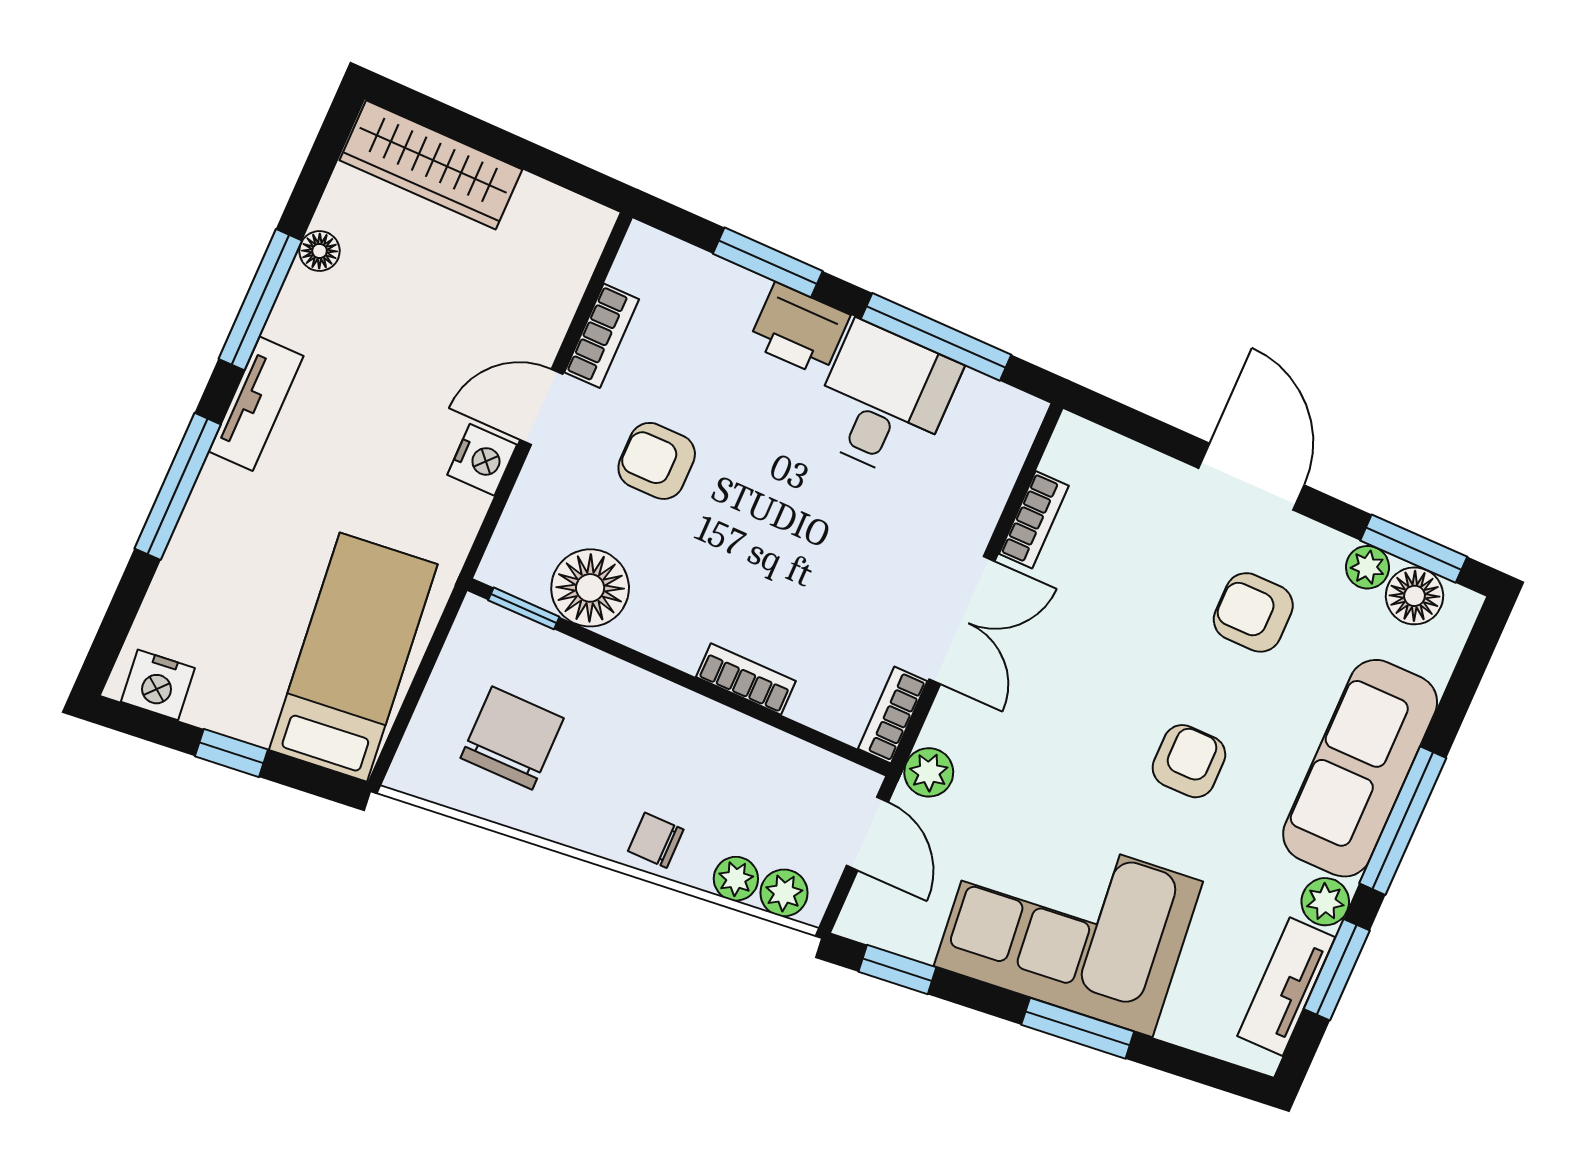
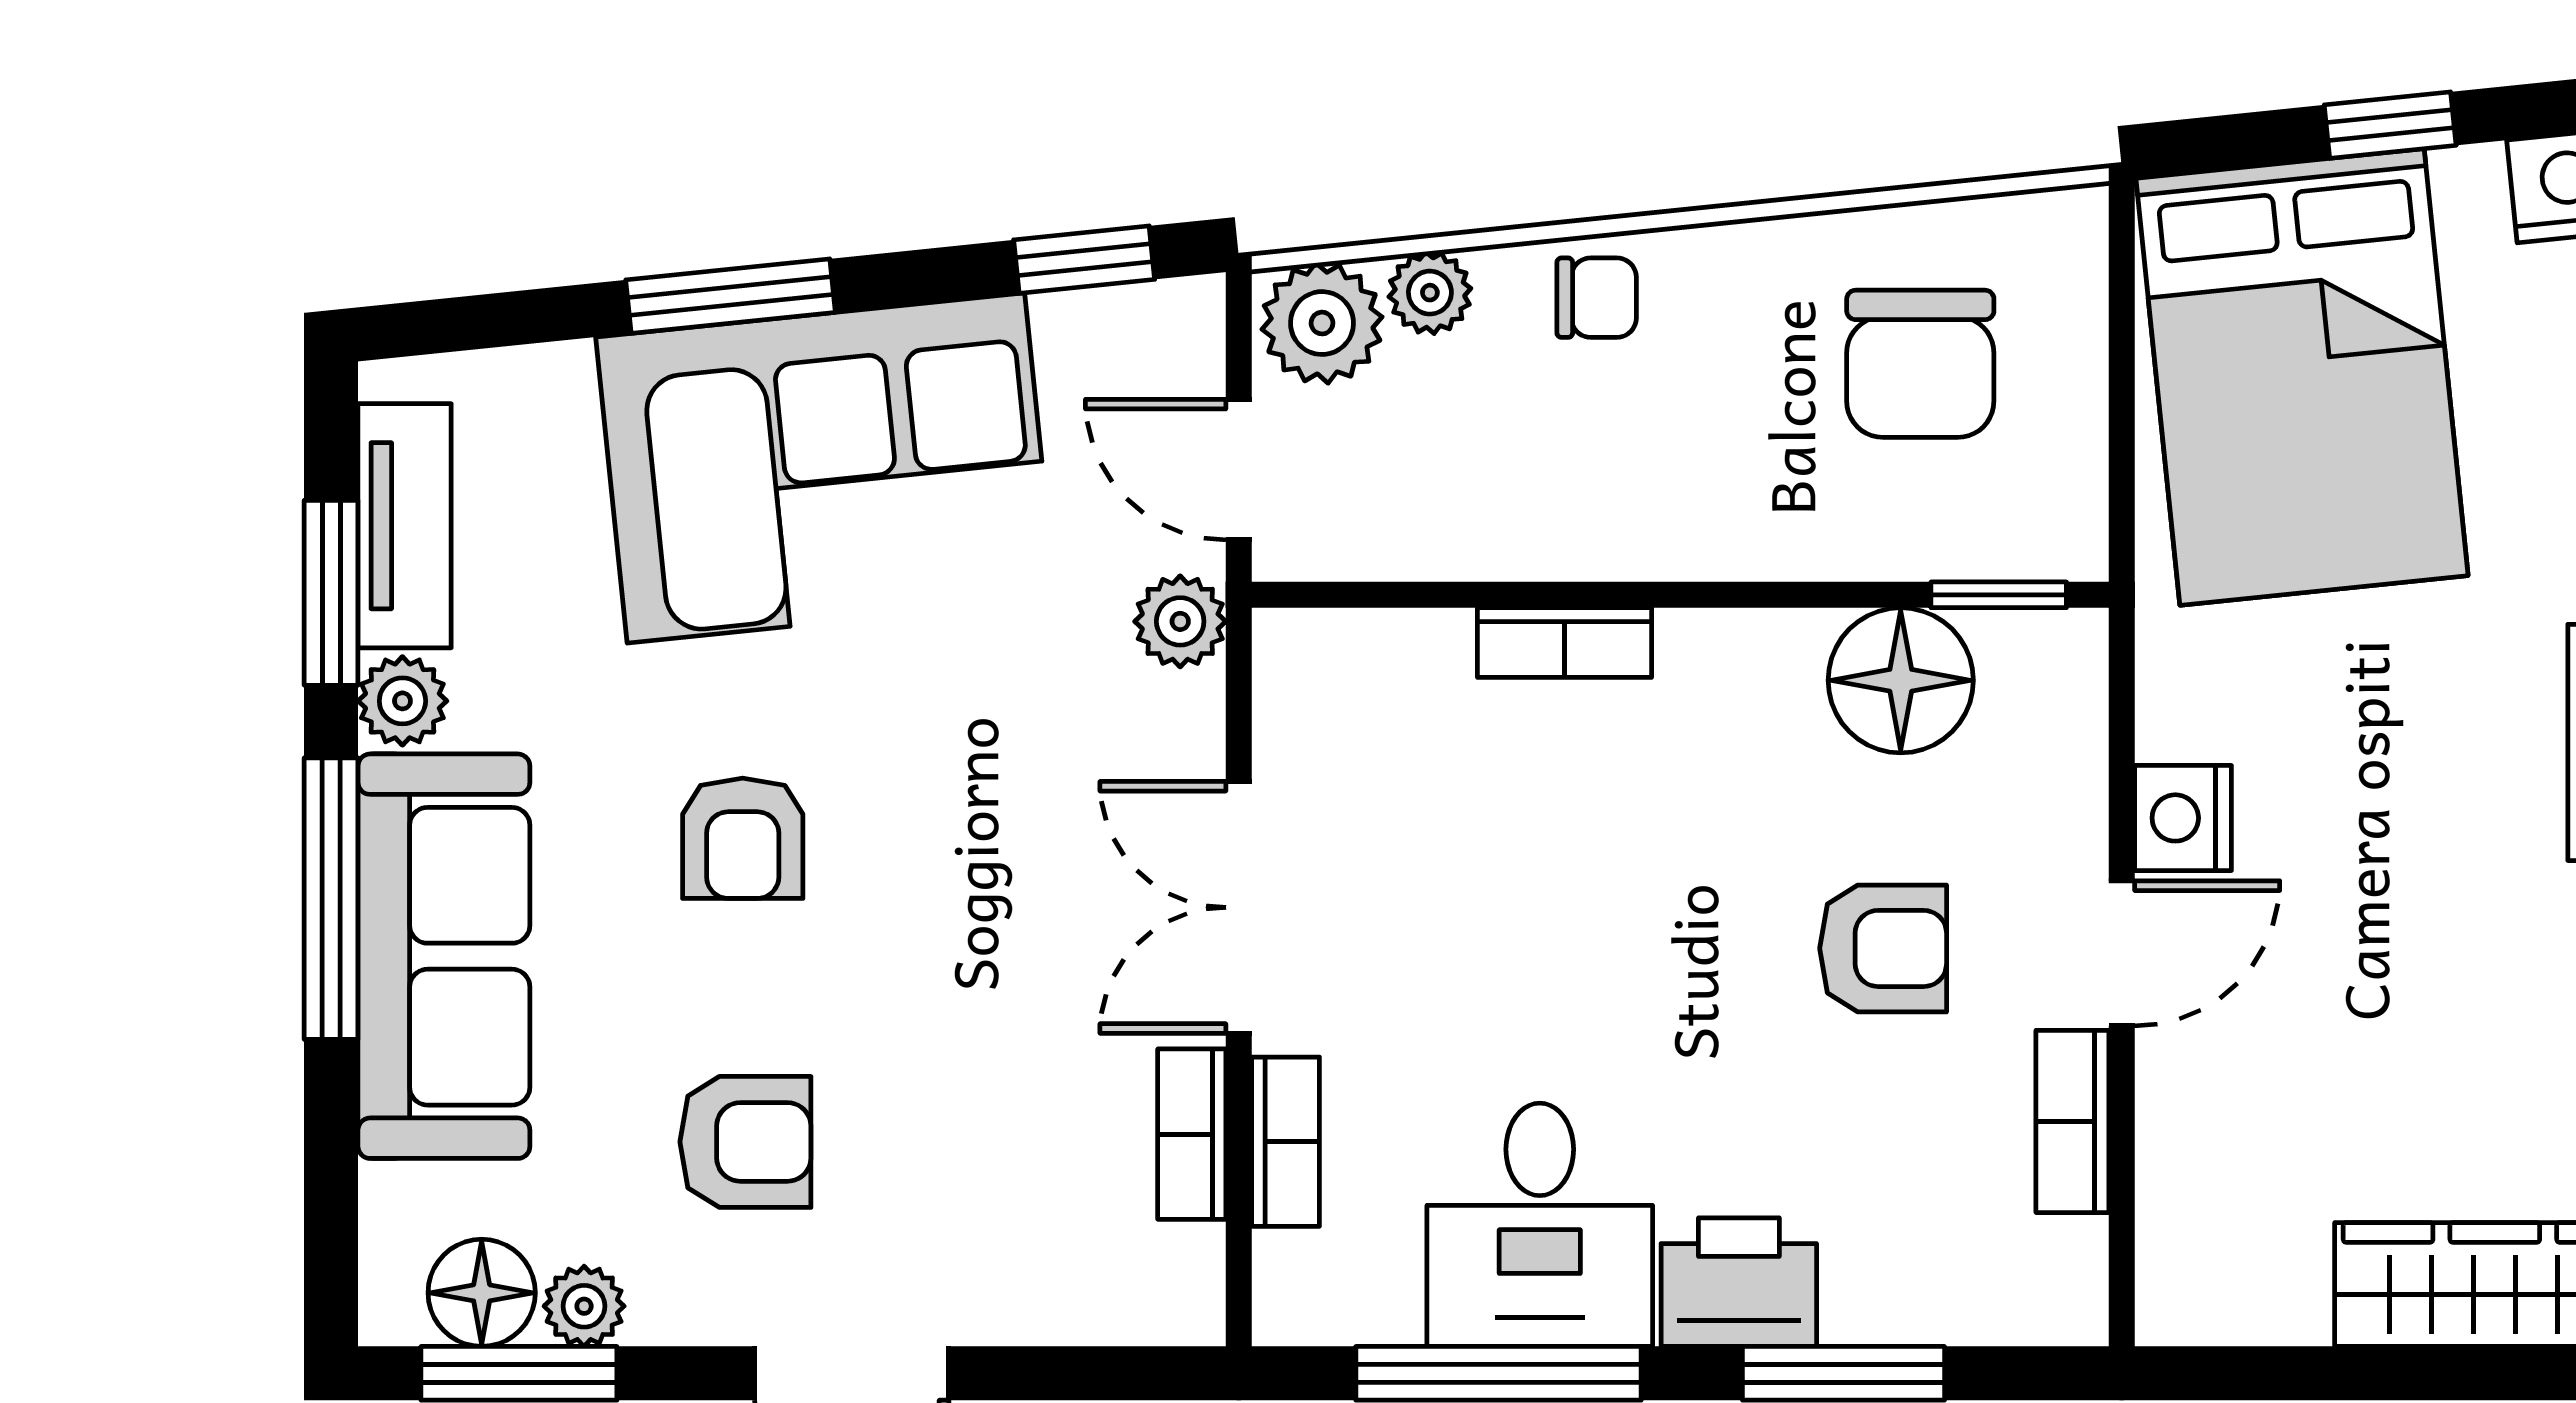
bed: (353, 657) -> (2302, 377), width x1.50
bookcase: (893, 715) -> (1286, 1142), moved
plant: (784, 893) -> (1322, 323), width x1.38, depth x1.38

